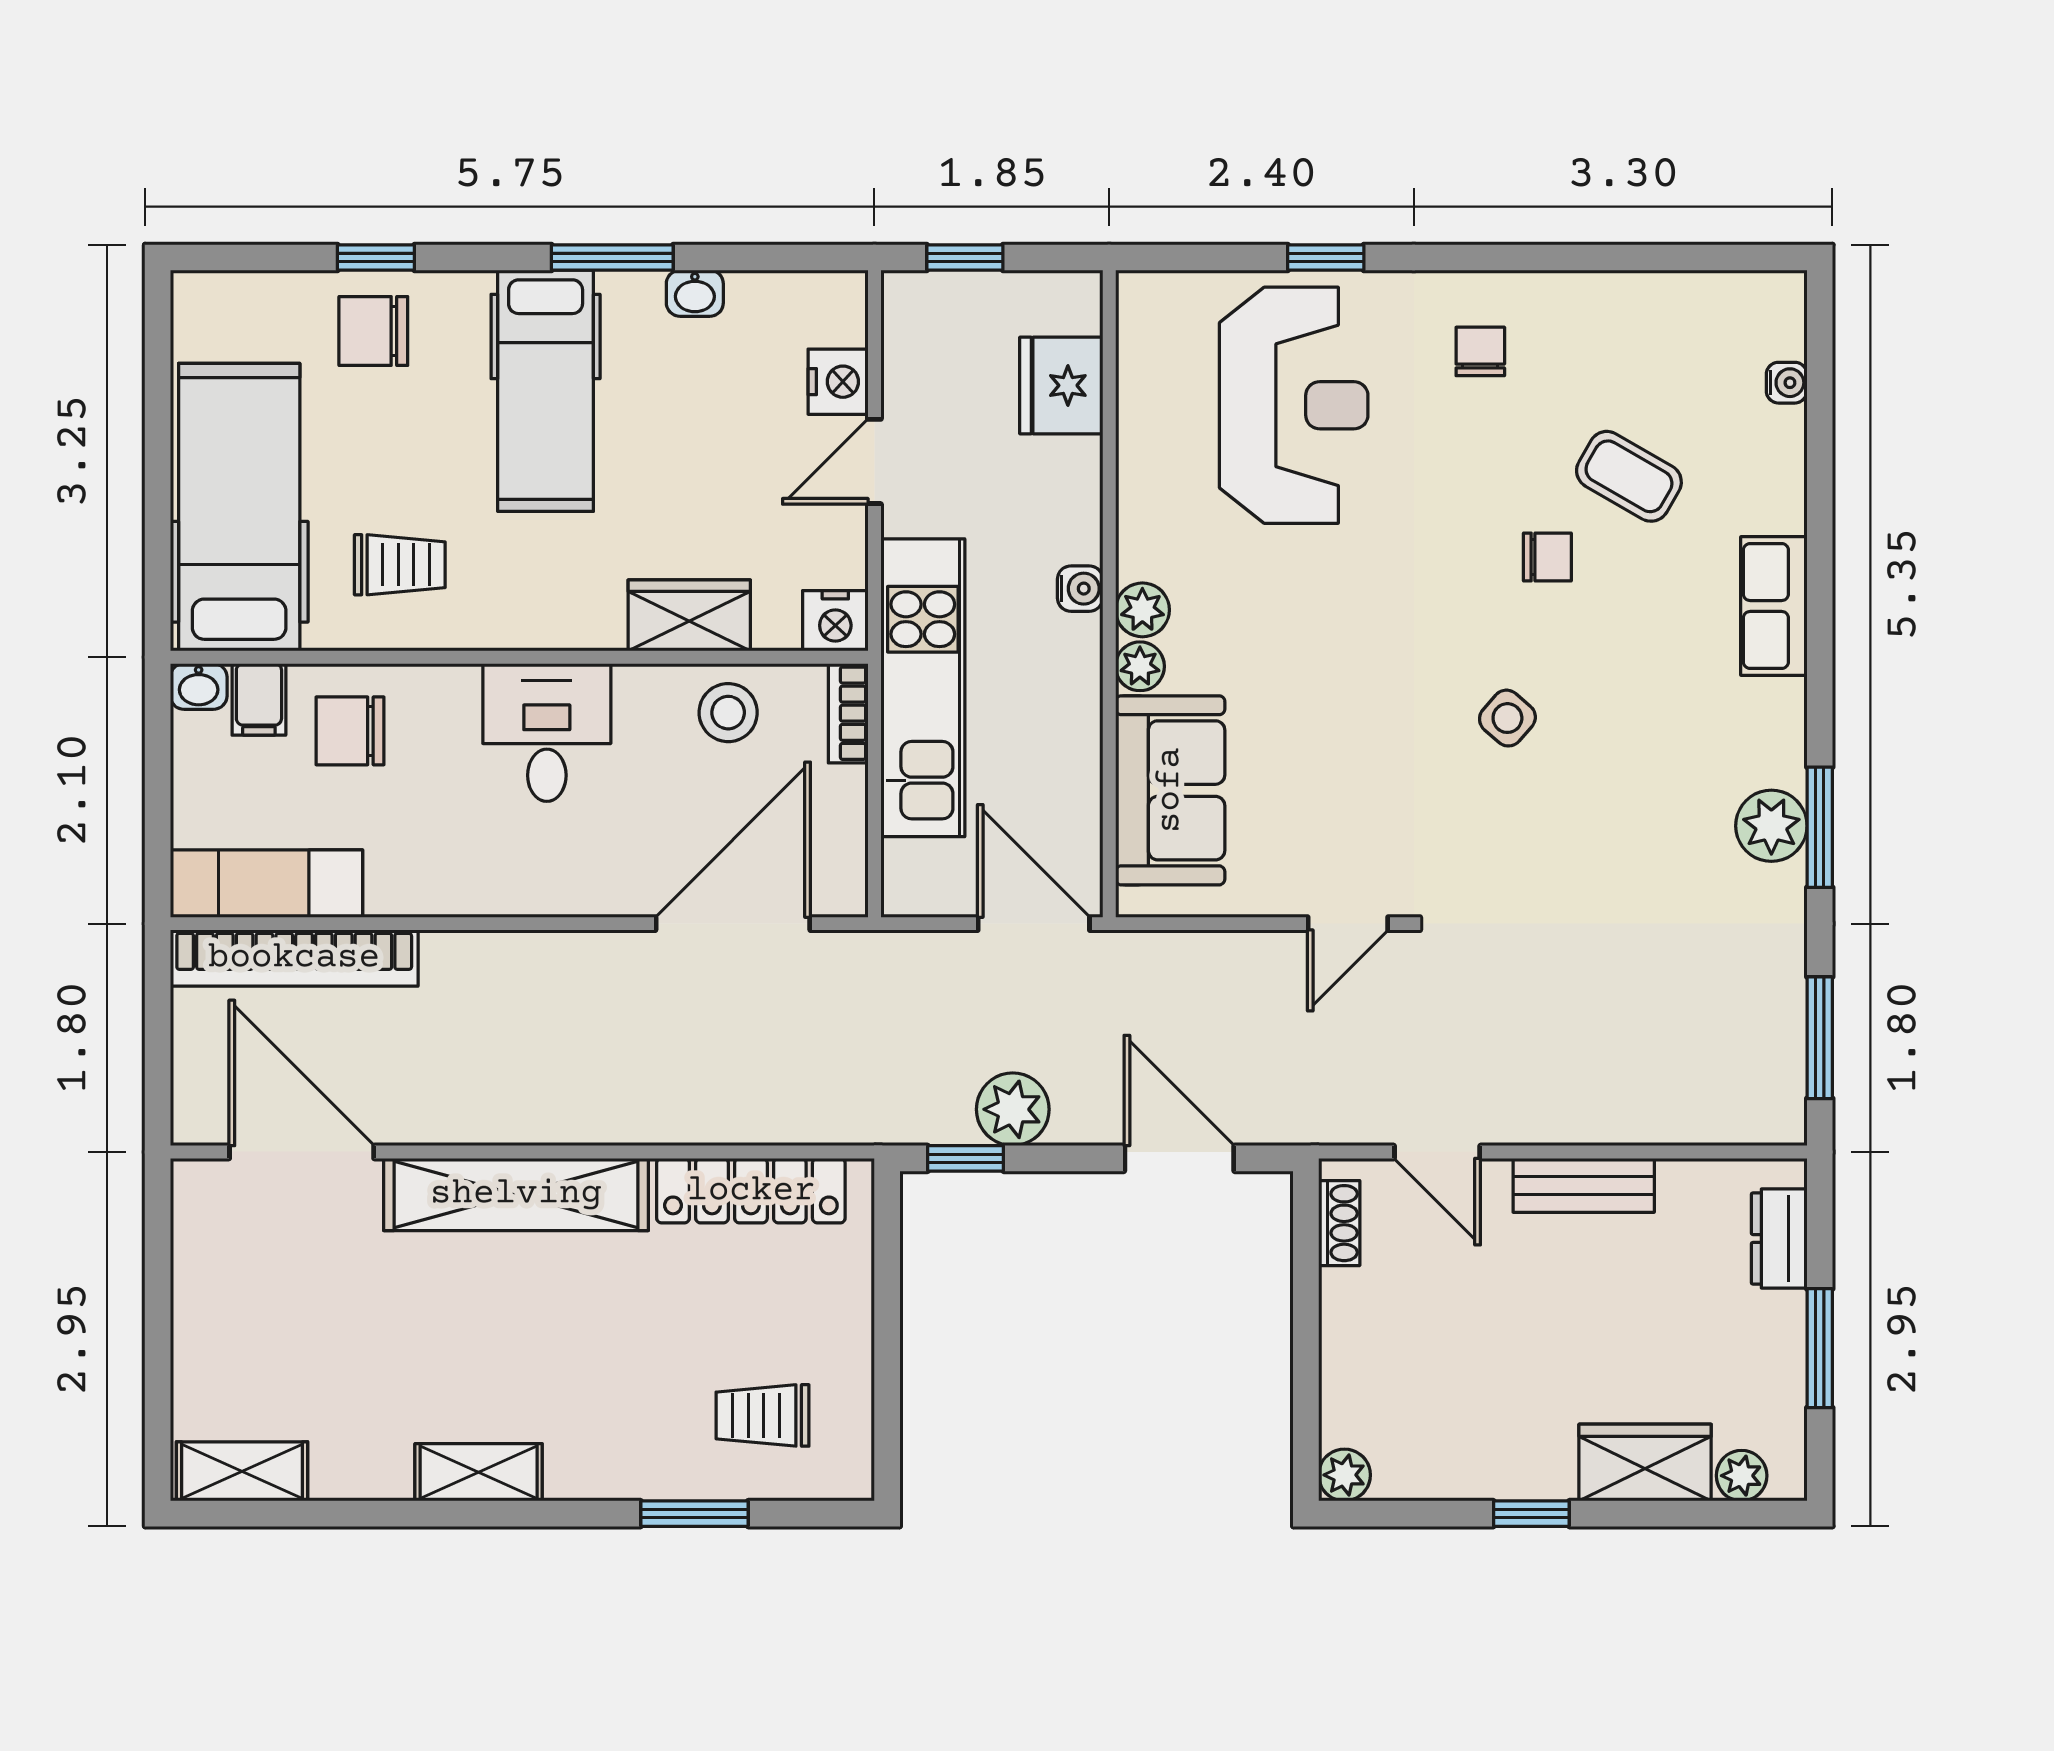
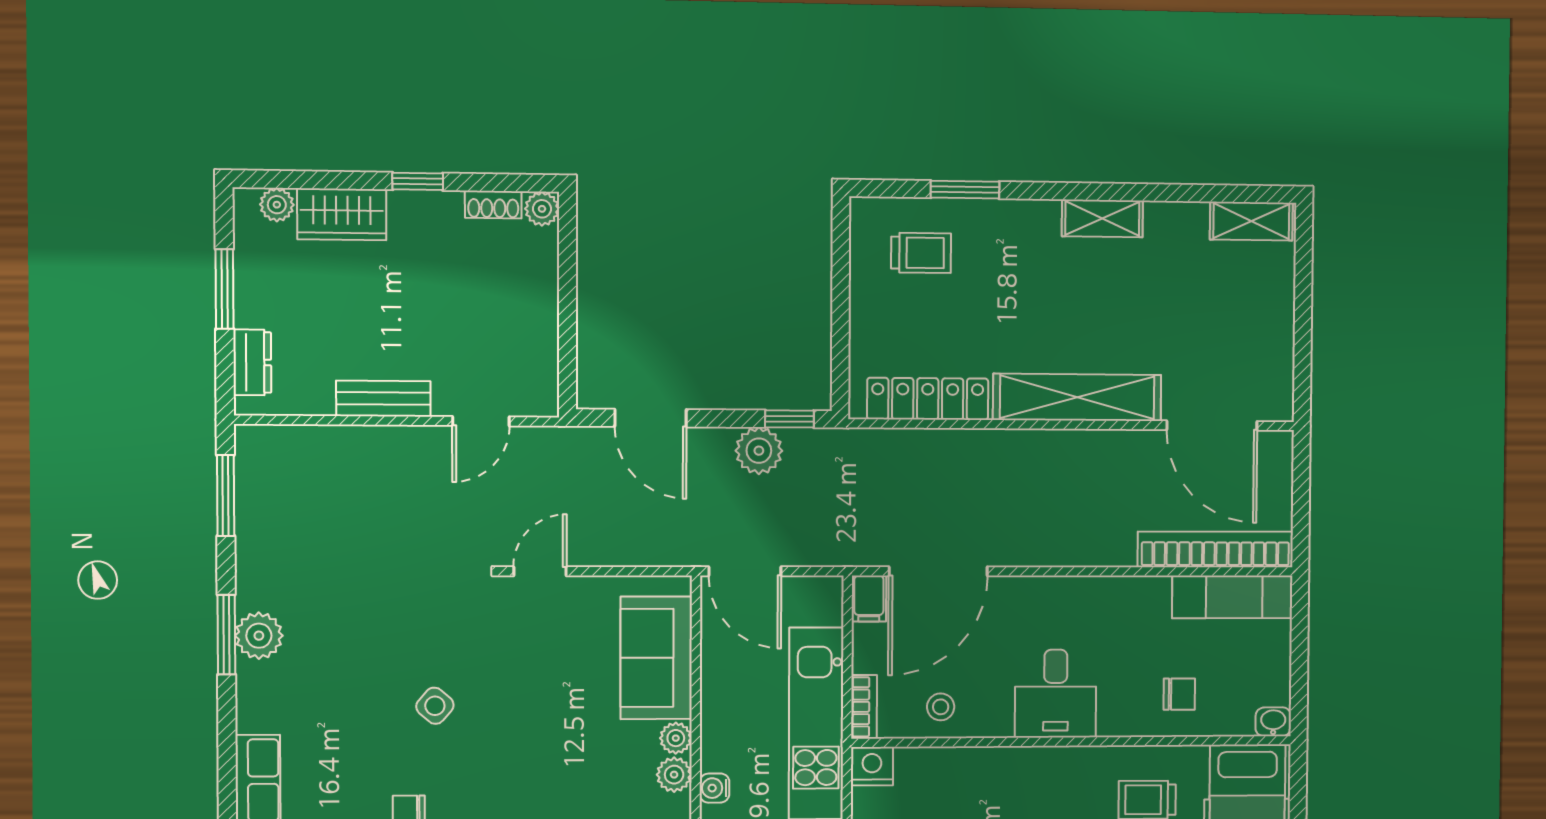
wardrobe: (689, 615) -> (965, 769), removed
filing cabinet: (259, 699) -> (869, 598), moved, turned 180
stool: (728, 713) -> (941, 707), width x0.73, depth x0.73
chair: (350, 731) -> (1179, 694), width x0.73, depth x0.73
door: (1437, 1152) -> (481, 421), swing flipped
shoe rack: (1339, 1223) -> (493, 205), moved, turned -90

